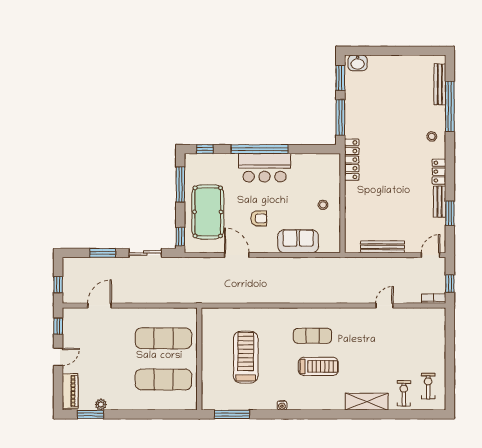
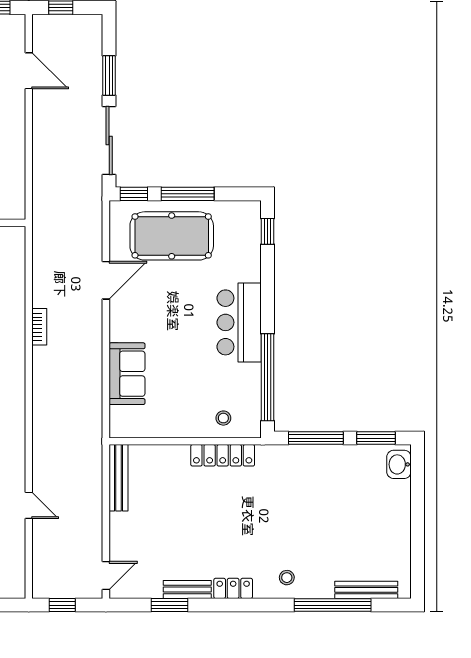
window: (260, 149) -> (268, 377), moved
locker: (352, 160) -> (223, 455), moved
window: (180, 184) -> (188, 194), moved
stool: (323, 205) -> (223, 418), moved
armchair: (259, 218) -> (162, 314), removed
bench: (382, 247) -> (118, 478), moved
sliding door: (145, 253) -> (109, 141), width x1.37
door: (430, 255) -> (106, 576), hinge flipped
bookcase: (434, 299) -> (39, 327), moved

